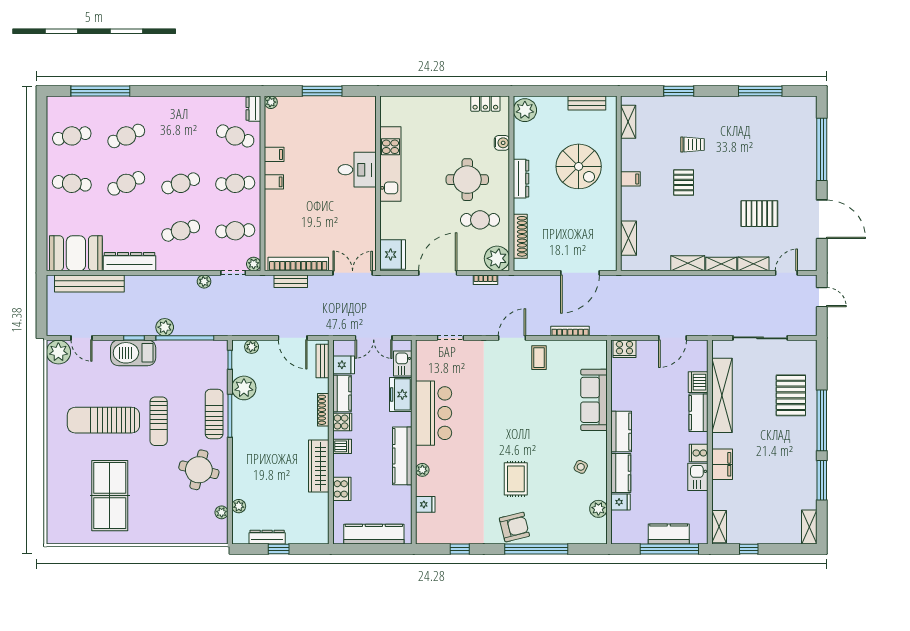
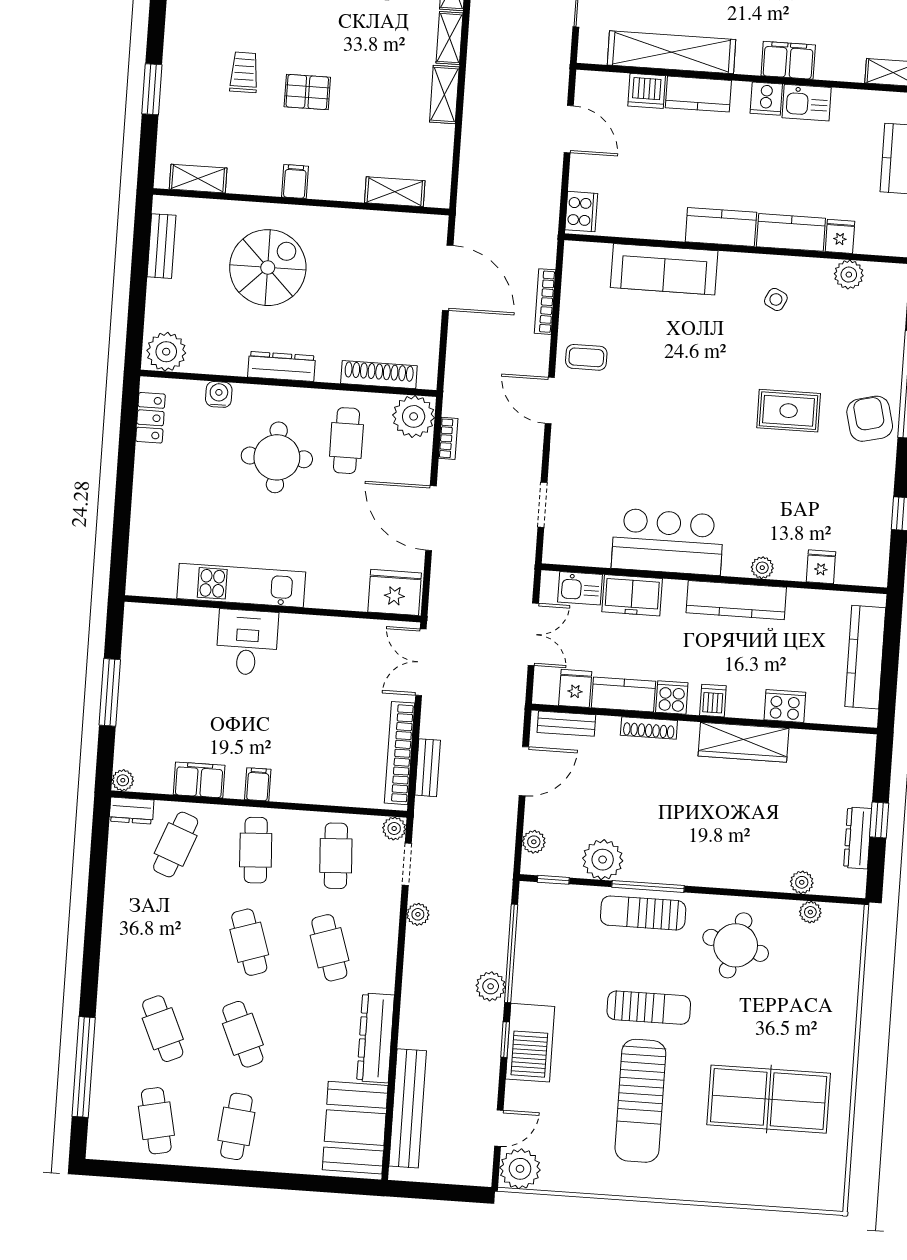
filing cabinet: (274, 154) -> (199, 780), width x2.00

